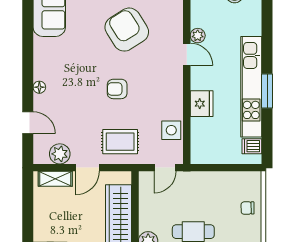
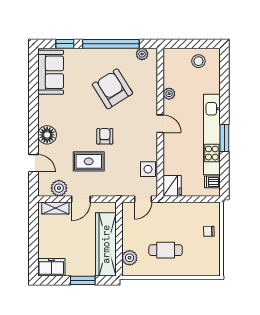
door: (187, 54) -> (160, 124), moved
floor lamp: (39, 87) -> (47, 135), width x1.89, depth x1.89
armchair: (117, 89) -> (105, 136), turned 90
fridge: (202, 104) -> (172, 186), moved
rug: (120, 142) -> (89, 161), moved

